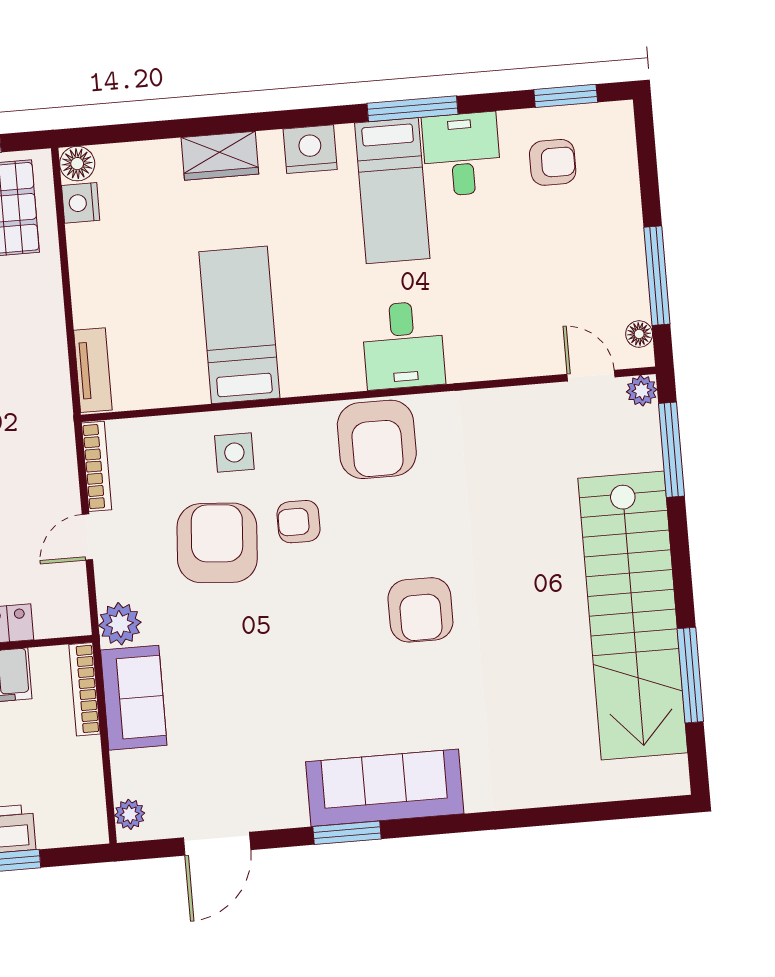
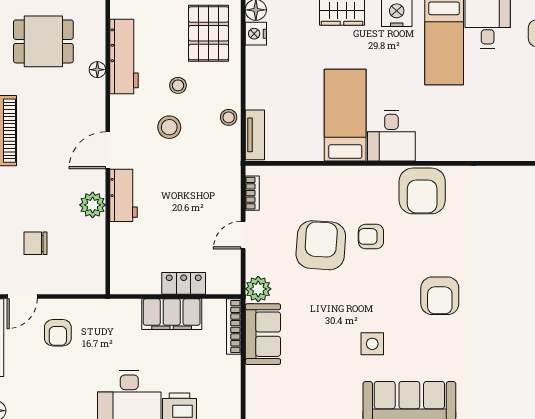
stool: (47, 345) -> (229, 117), added
desk: (403, 345) -> (391, 136), moved
side table: (234, 453) -> (372, 344), moved
bookcase: (97, 466) -> (252, 193), width x0.64
plant: (130, 814) -> (255, 404), removed

